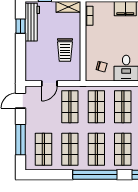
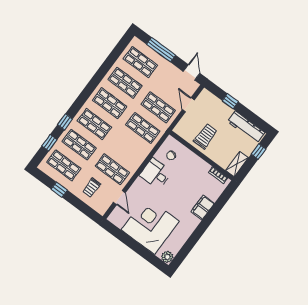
window: (21, 26) -> (230, 101), moved
trolley: (65, 50) -> (205, 136), turned 90
shop shelf: (123, 107) -> (128, 149), removed
window: (95, 175) -> (91, 87), removed

